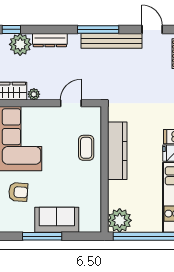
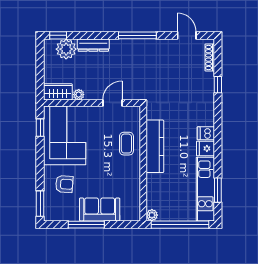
bench: (111, 41) -> (150, 46), removed
plant: (120, 220) -> (152, 215), width x0.53, depth x0.53

